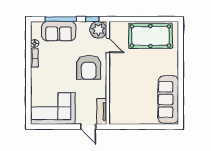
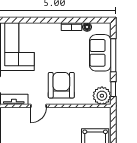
door: (108, 45) -> (39, 106), moved
armchair: (89, 67) -> (61, 85), turned 90

